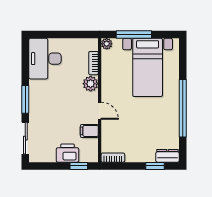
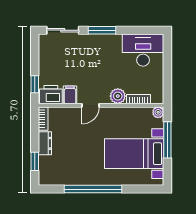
printer: (68, 153) -> (51, 95), moved, turned -90
dresser: (168, 156) -> (45, 143), moved

